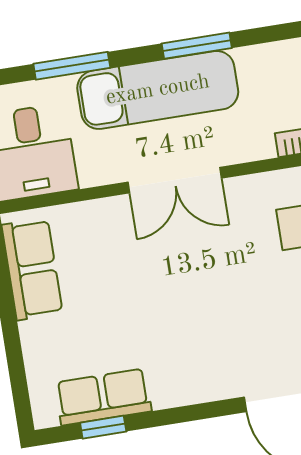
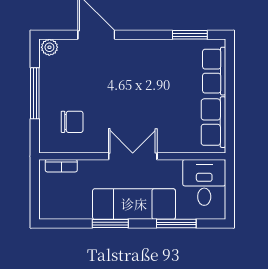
row of seats: (103, 397) -> (214, 71), moved, turned 90
window: (103, 427) -> (190, 35), width x1.50

